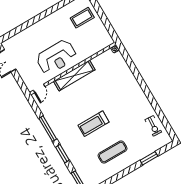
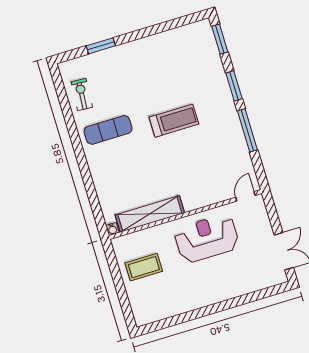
coffee table: (82, 18) -> (144, 267), moved
shelving: (74, 75) -> (150, 214), moved
exercise mat: (112, 152) -> (108, 130), moved

